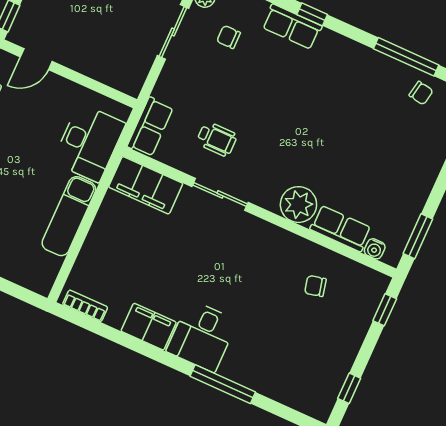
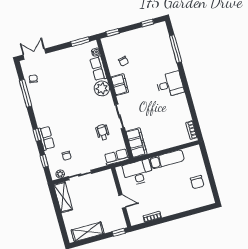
door: (36, 59) -> (122, 201), moved
filing cabinet: (149, 327) -> (120, 85), moved, turned 180
window: (223, 384) -> (175, 49), moved

